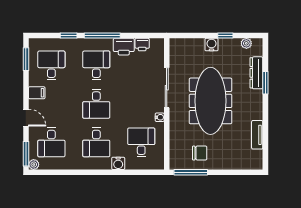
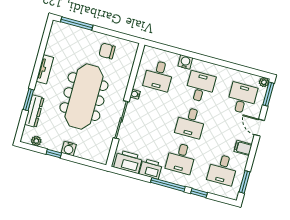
printer: (142, 45) -> (128, 162), width x1.87, depth x1.48
desk: (96, 104) -> (191, 123), turned 180
tv unit: (257, 135) -> (45, 69), moved
window: (191, 172) -> (77, 24), moved

